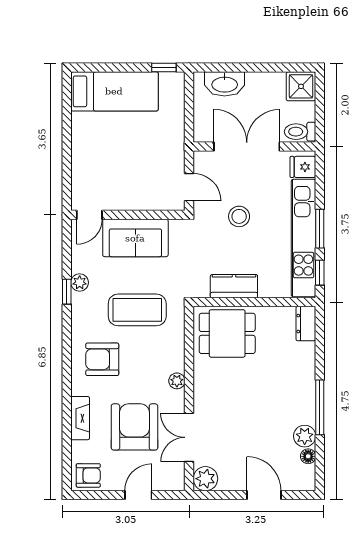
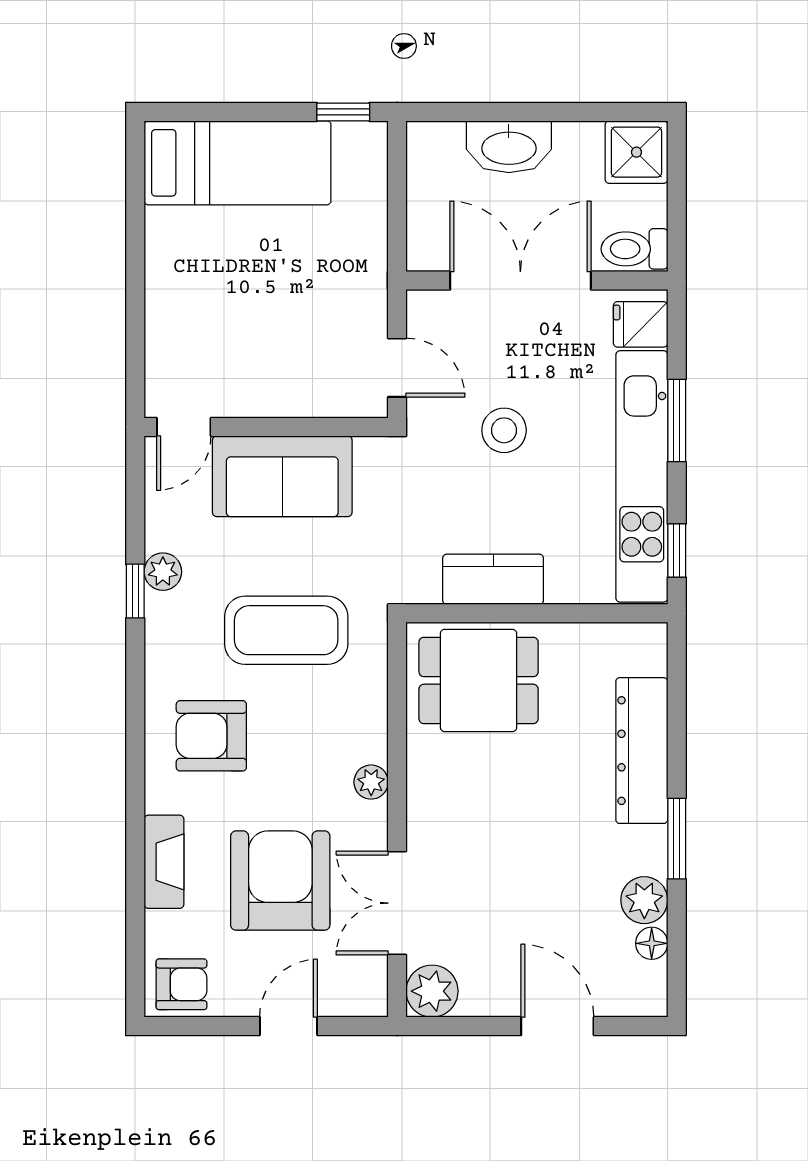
washbasin: (225, 84) -> (509, 147), moved
window: (320, 229) -> (677, 420), moved
dresser: (306, 324) -> (642, 751), moved, width x1.96, depth x1.24
window: (320, 407) -> (677, 839), width x0.69

